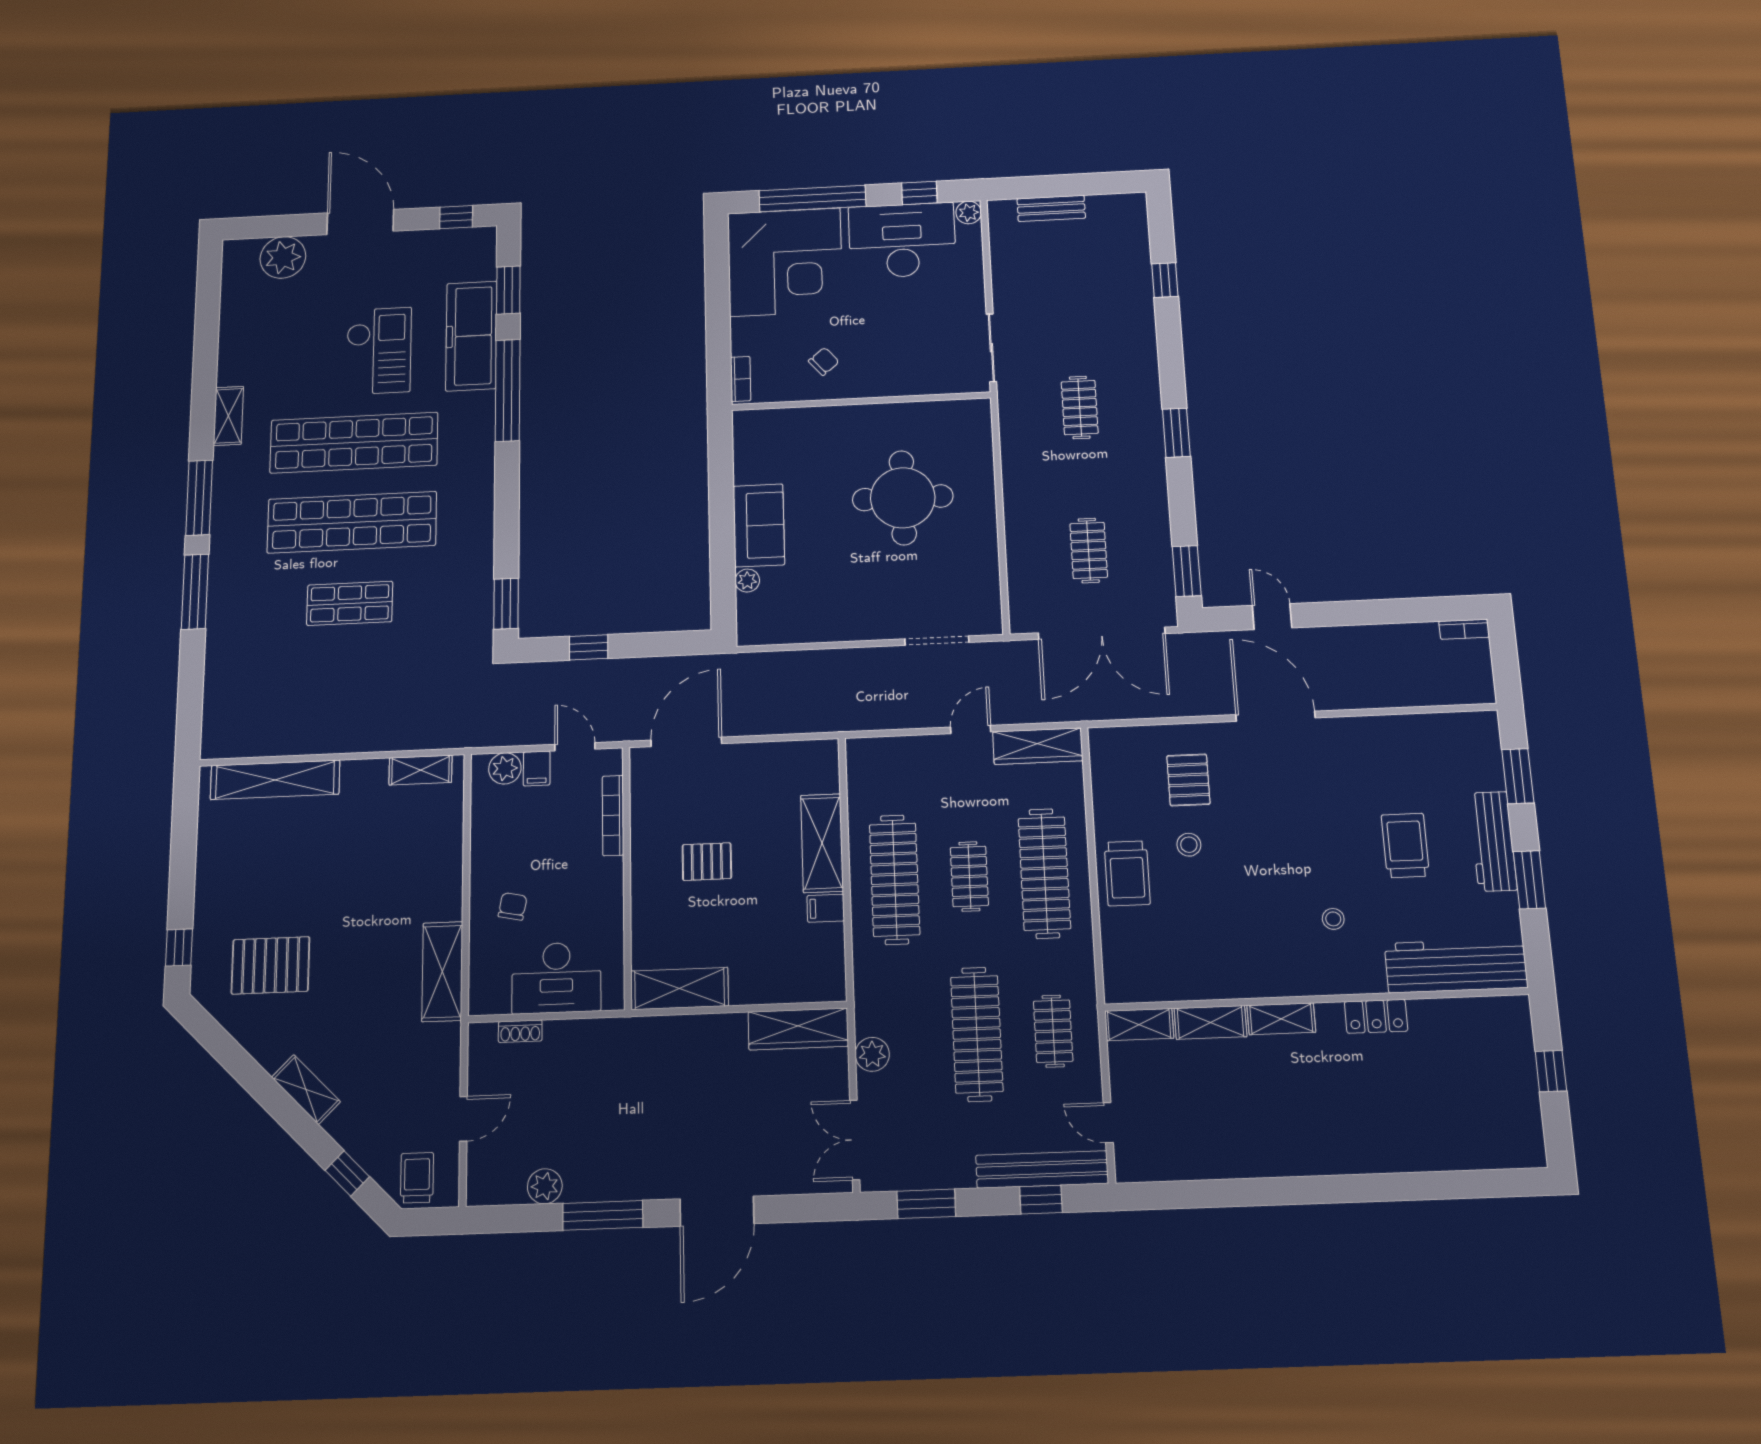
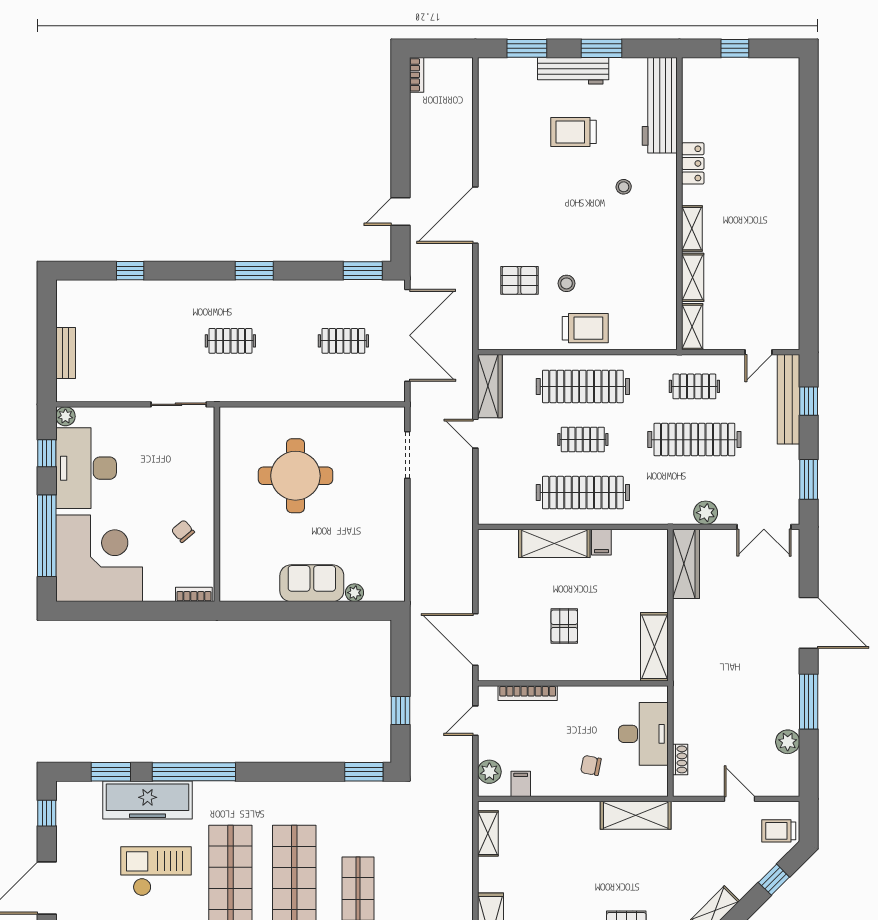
filing cabinet: (537, 769) -> (521, 784), moved, turned -90

